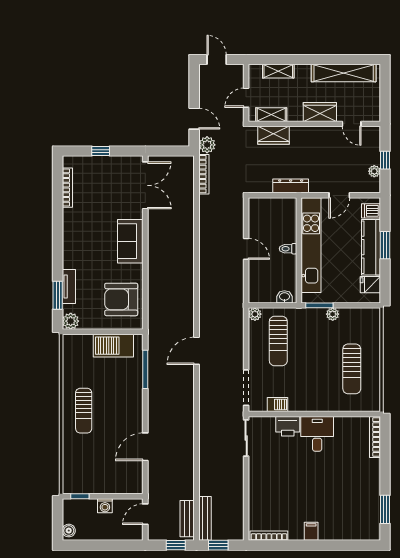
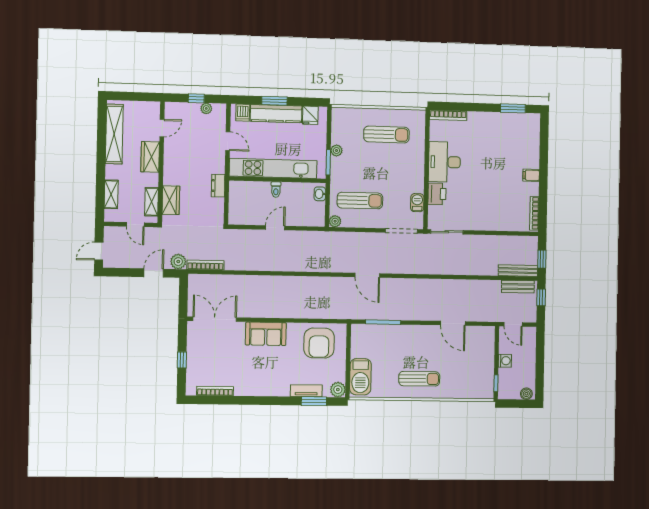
dresser: (291, 186) -> (218, 186), width x0.70
barbecue: (113, 346) -> (360, 377), moved
desk: (317, 434) -> (444, 162), width x1.37

